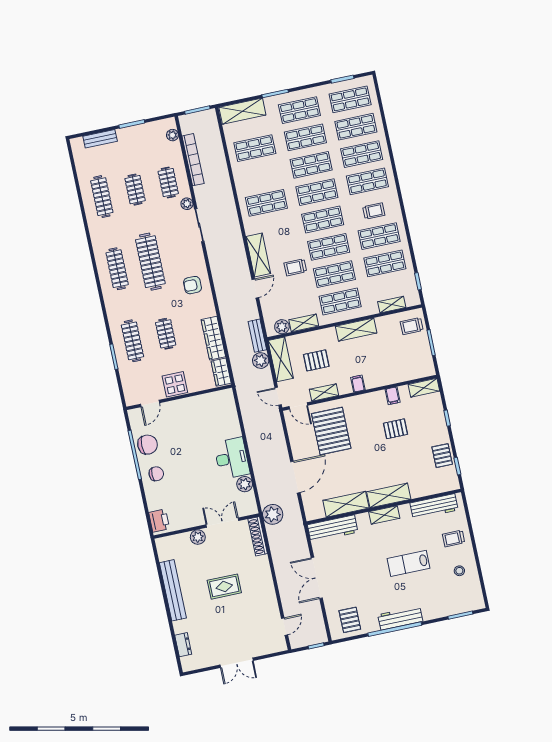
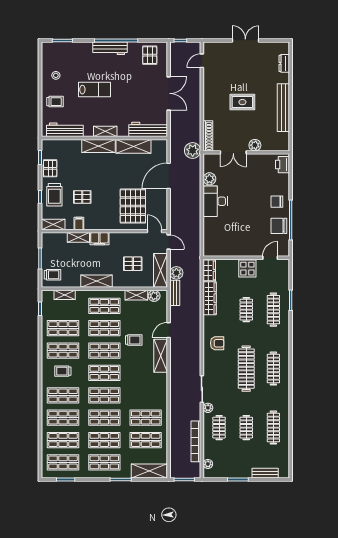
shop shelf: (266, 203) -> (146, 418), moved
filing cabinet: (358, 384) -> (99, 239), width x2.00
shelving: (324, 392) -> (78, 237), moved
trolley: (430, 424) -> (54, 195), added

